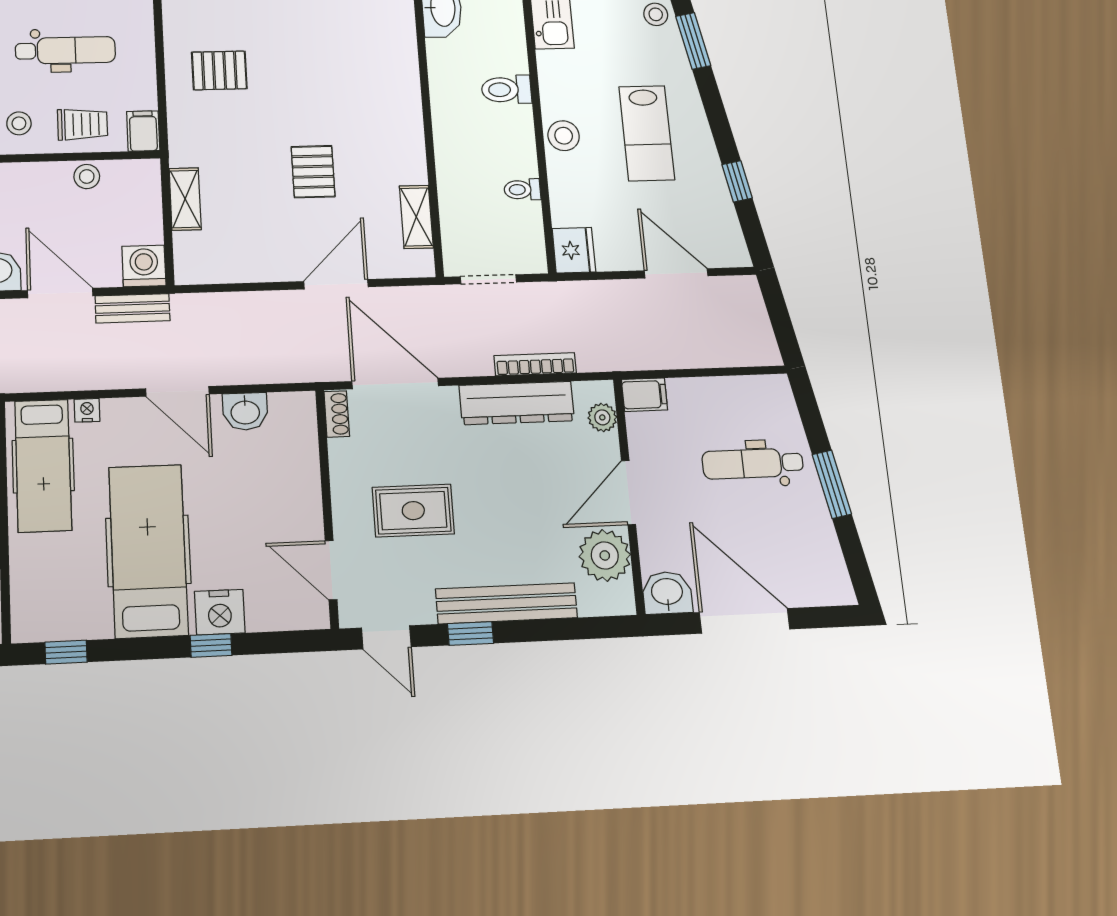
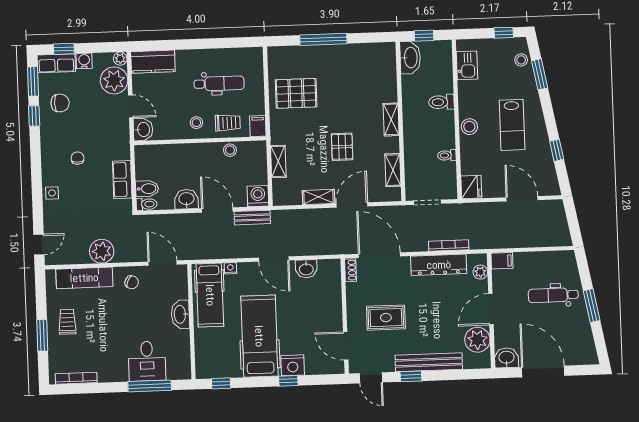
pallet: (219, 70) -> (296, 93), width x1.50, depth x1.42
shelving: (409, 121) -> (391, 119), added
shelving: (268, 268) -> (319, 197), added

